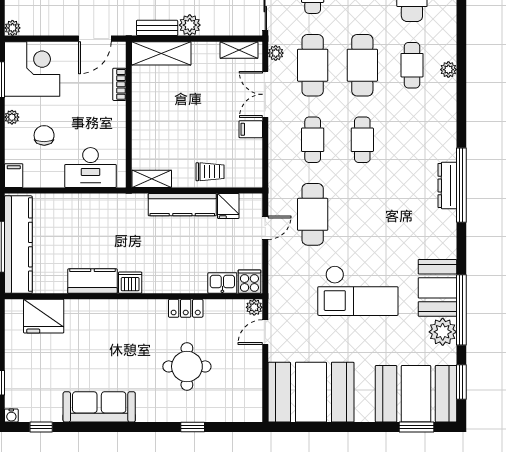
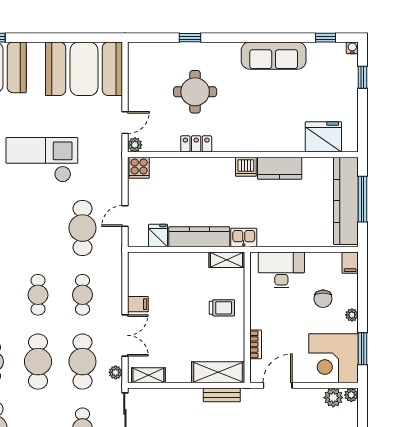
plant: (190, 25) -> (333, 398), moved
trolley: (210, 172) -> (222, 308), moved, turned 180
kitchen sink: (222, 283) -> (244, 237), moved, turned 180

